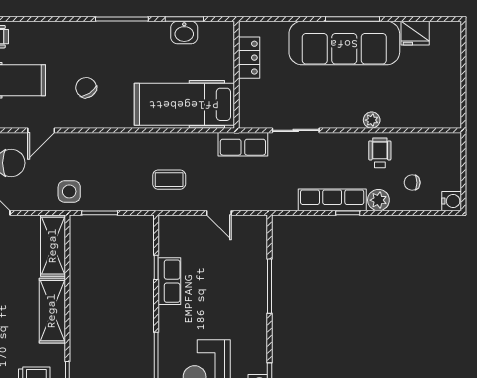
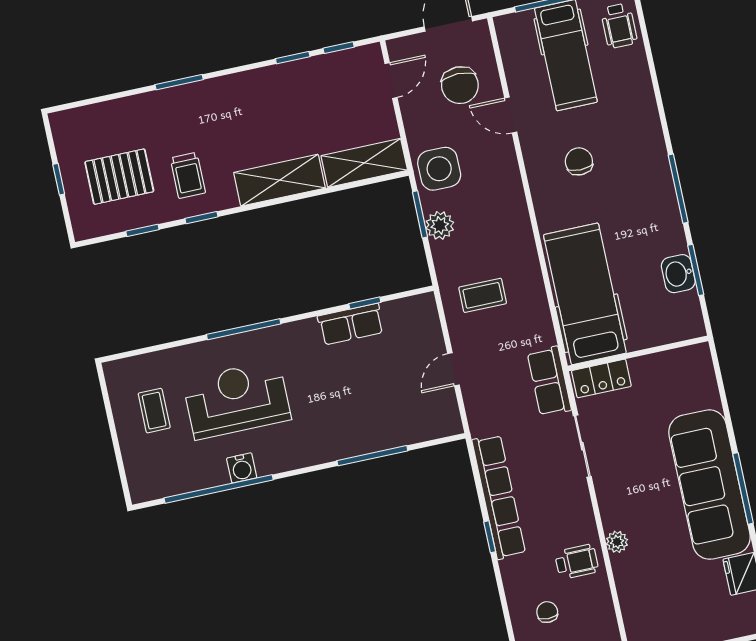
locker: (249, 58) -> (601, 378), moved
chair: (86, 88) -> (579, 161), turned -56
coffee table: (169, 180) -> (483, 295), turned 90
side table: (69, 191) -> (439, 169), width x1.37, depth x1.37
row of seats: (332, 200) -> (499, 497), width x1.36
plant: (378, 200) -> (440, 225), moved

